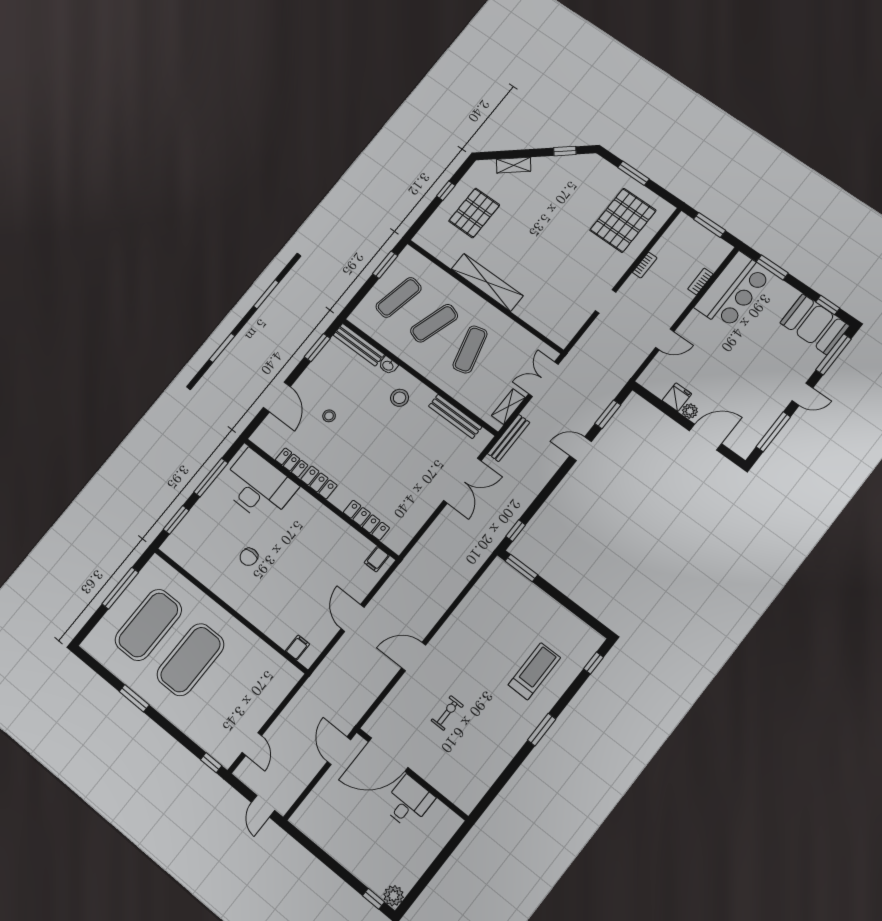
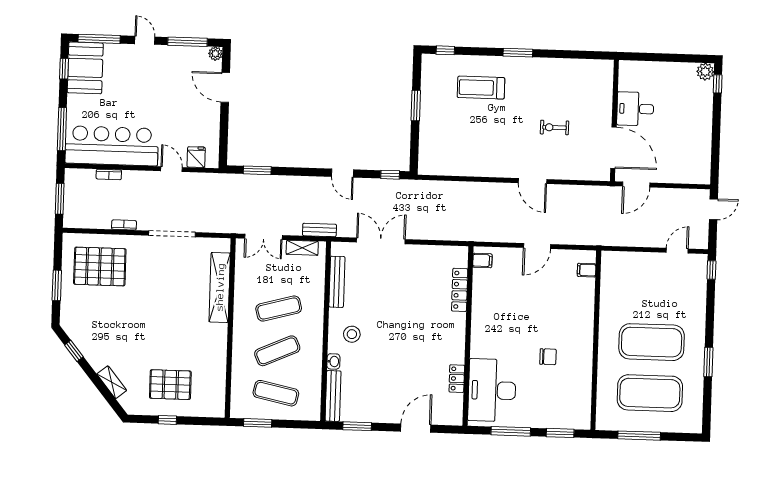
window: (772, 267) -> (62, 129), width x1.44
shelving: (487, 282) -> (220, 287), moved
bar counter: (733, 290) -> (112, 146), width x1.36
doorway: (606, 301) -> (172, 234), width x1.87
exercise mat: (434, 323) -> (277, 351), turned -42
fridge: (677, 397) -> (196, 157), moved, turned 90
plant: (690, 411) -> (215, 54), moved
stool: (329, 416) -> (402, 377), removed
bench: (509, 438) -> (319, 230), width x0.73
door: (580, 449) -> (342, 173), moved
locker: (319, 482) -> (457, 347), removed
window: (521, 568) -> (416, 105), moved

